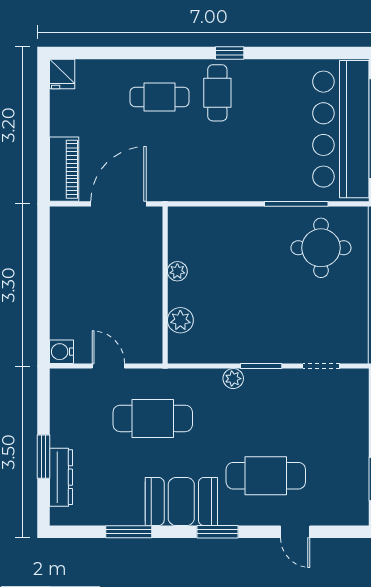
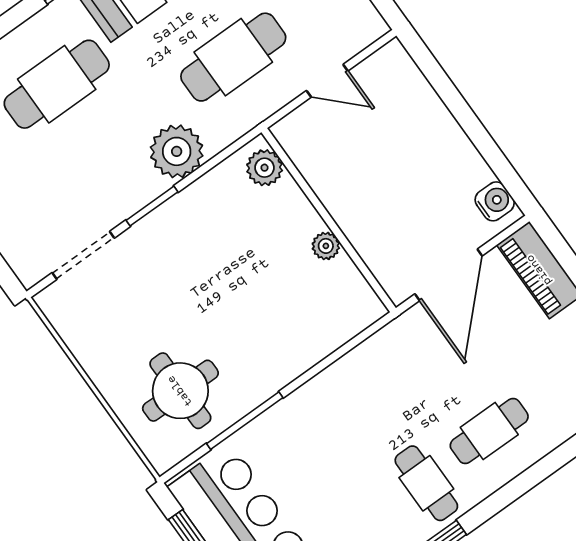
plant: (180, 320) -> (265, 168), moved
water cooler: (62, 352) -> (495, 201), moved
doorway: (321, 366) -> (83, 255), width x1.38
plant: (233, 379) -> (177, 151), width x1.87, depth x1.87

